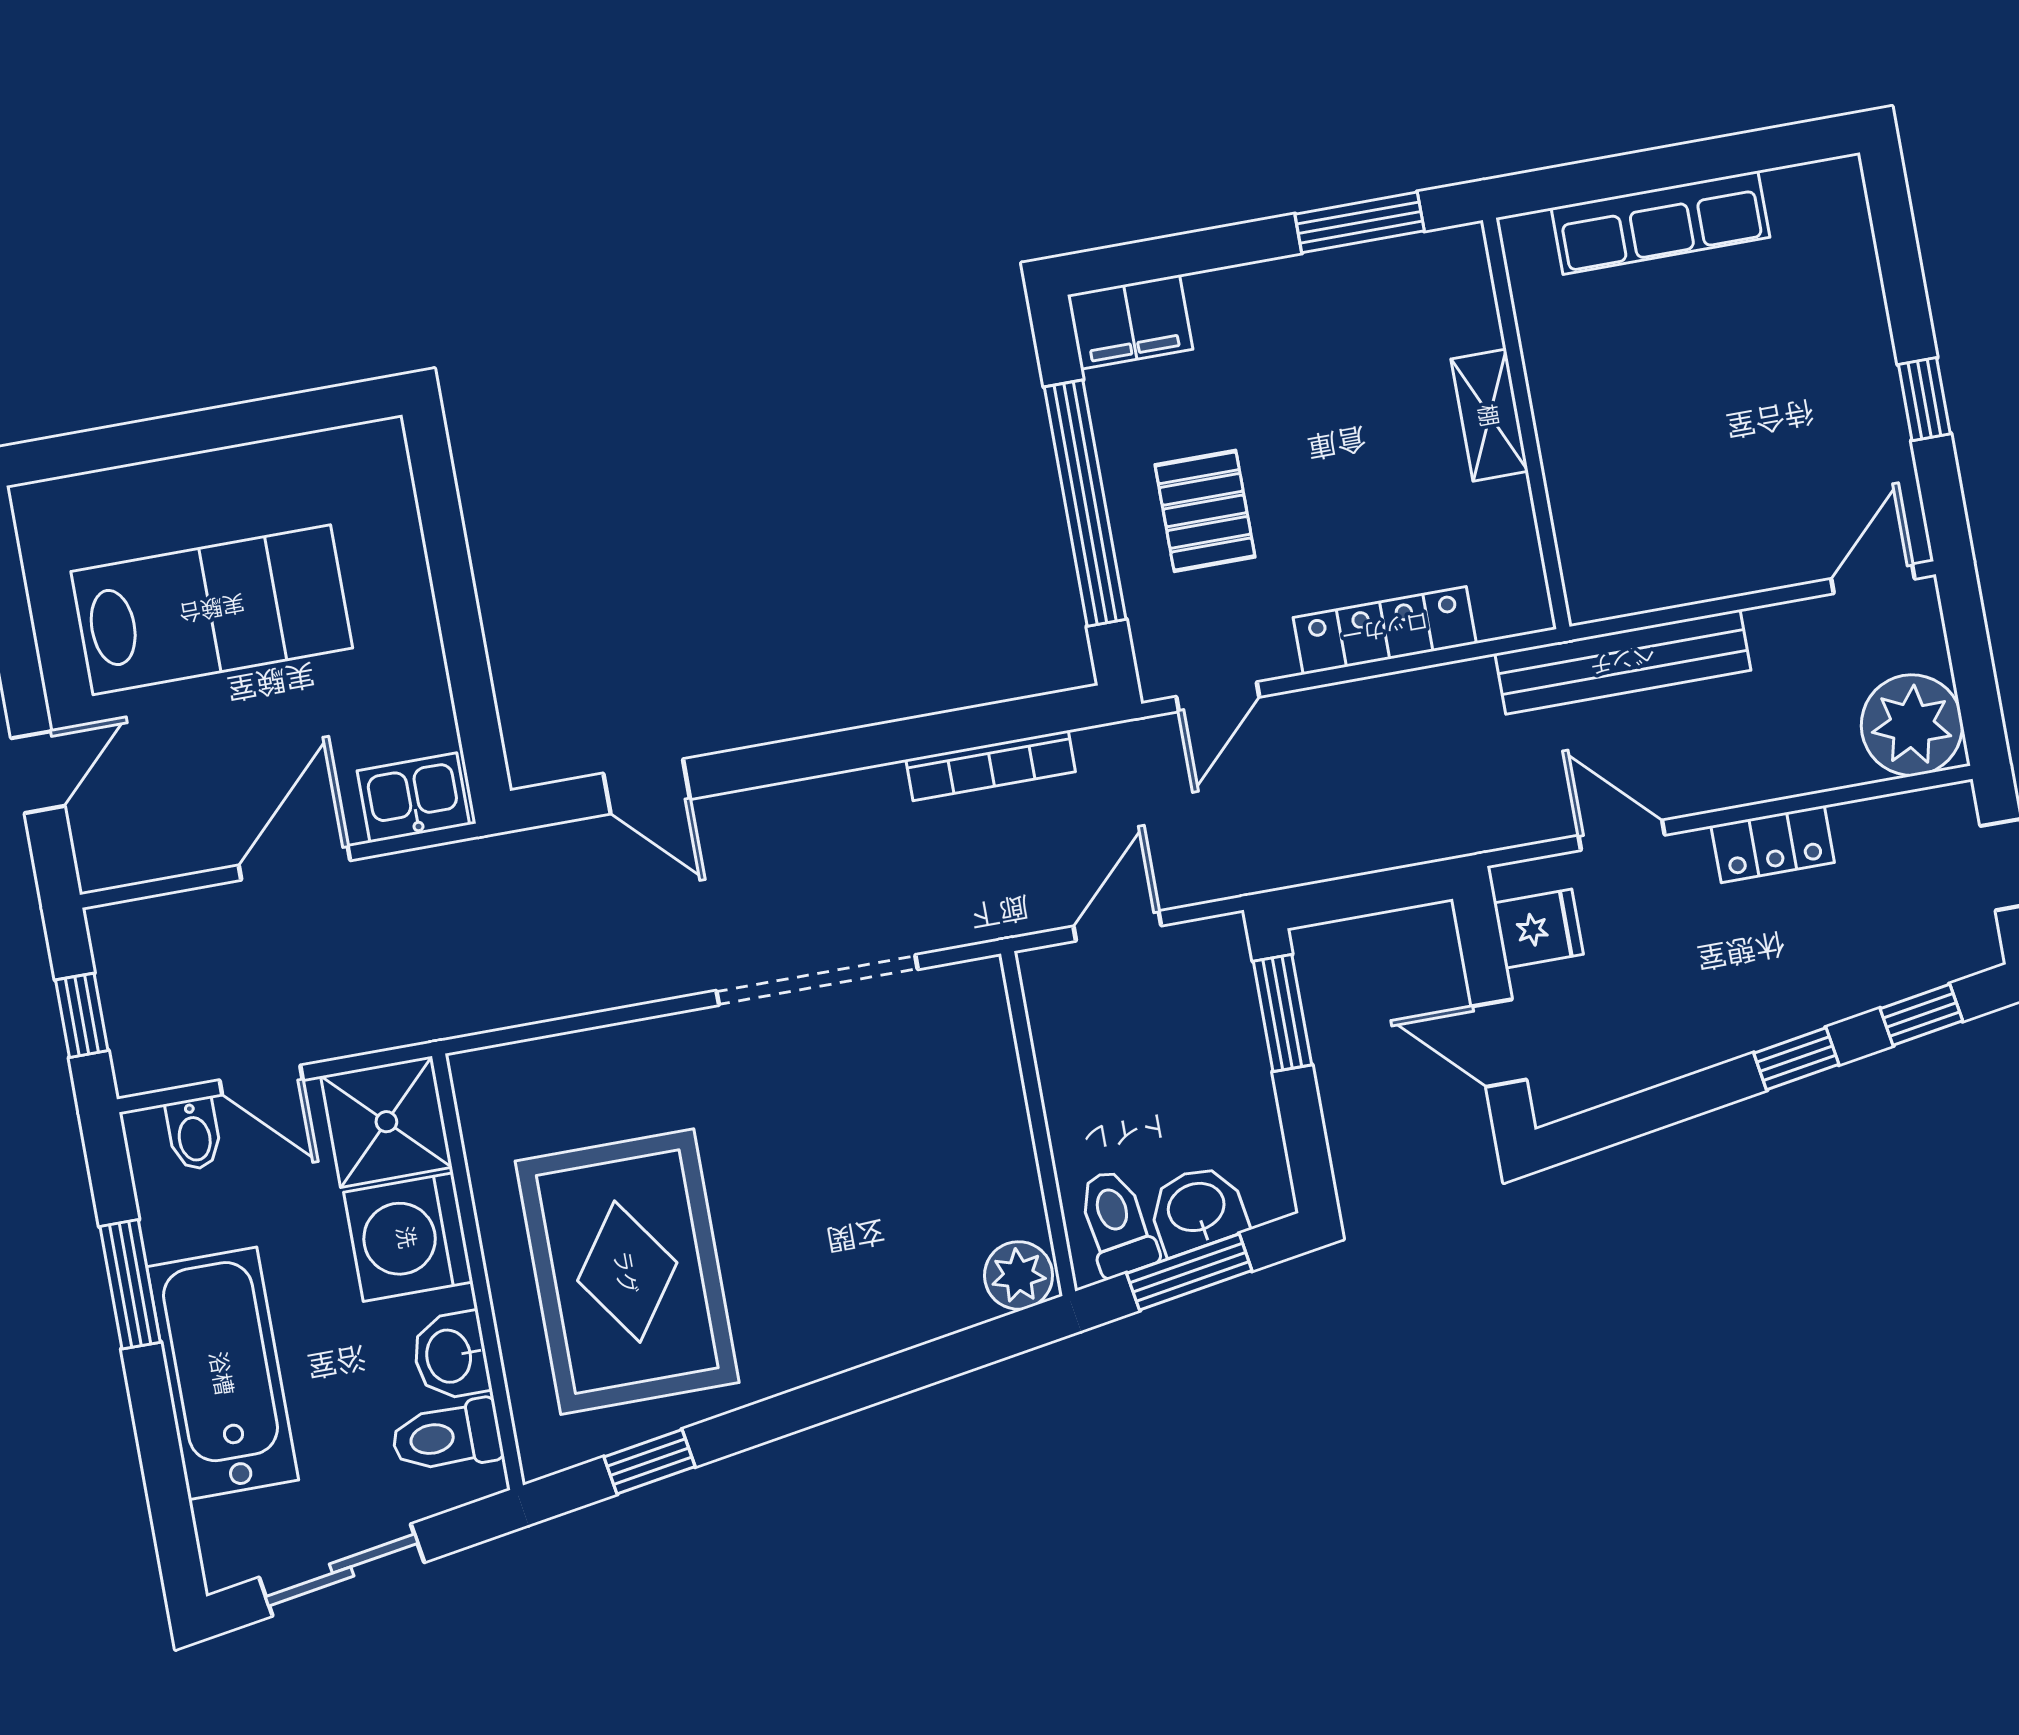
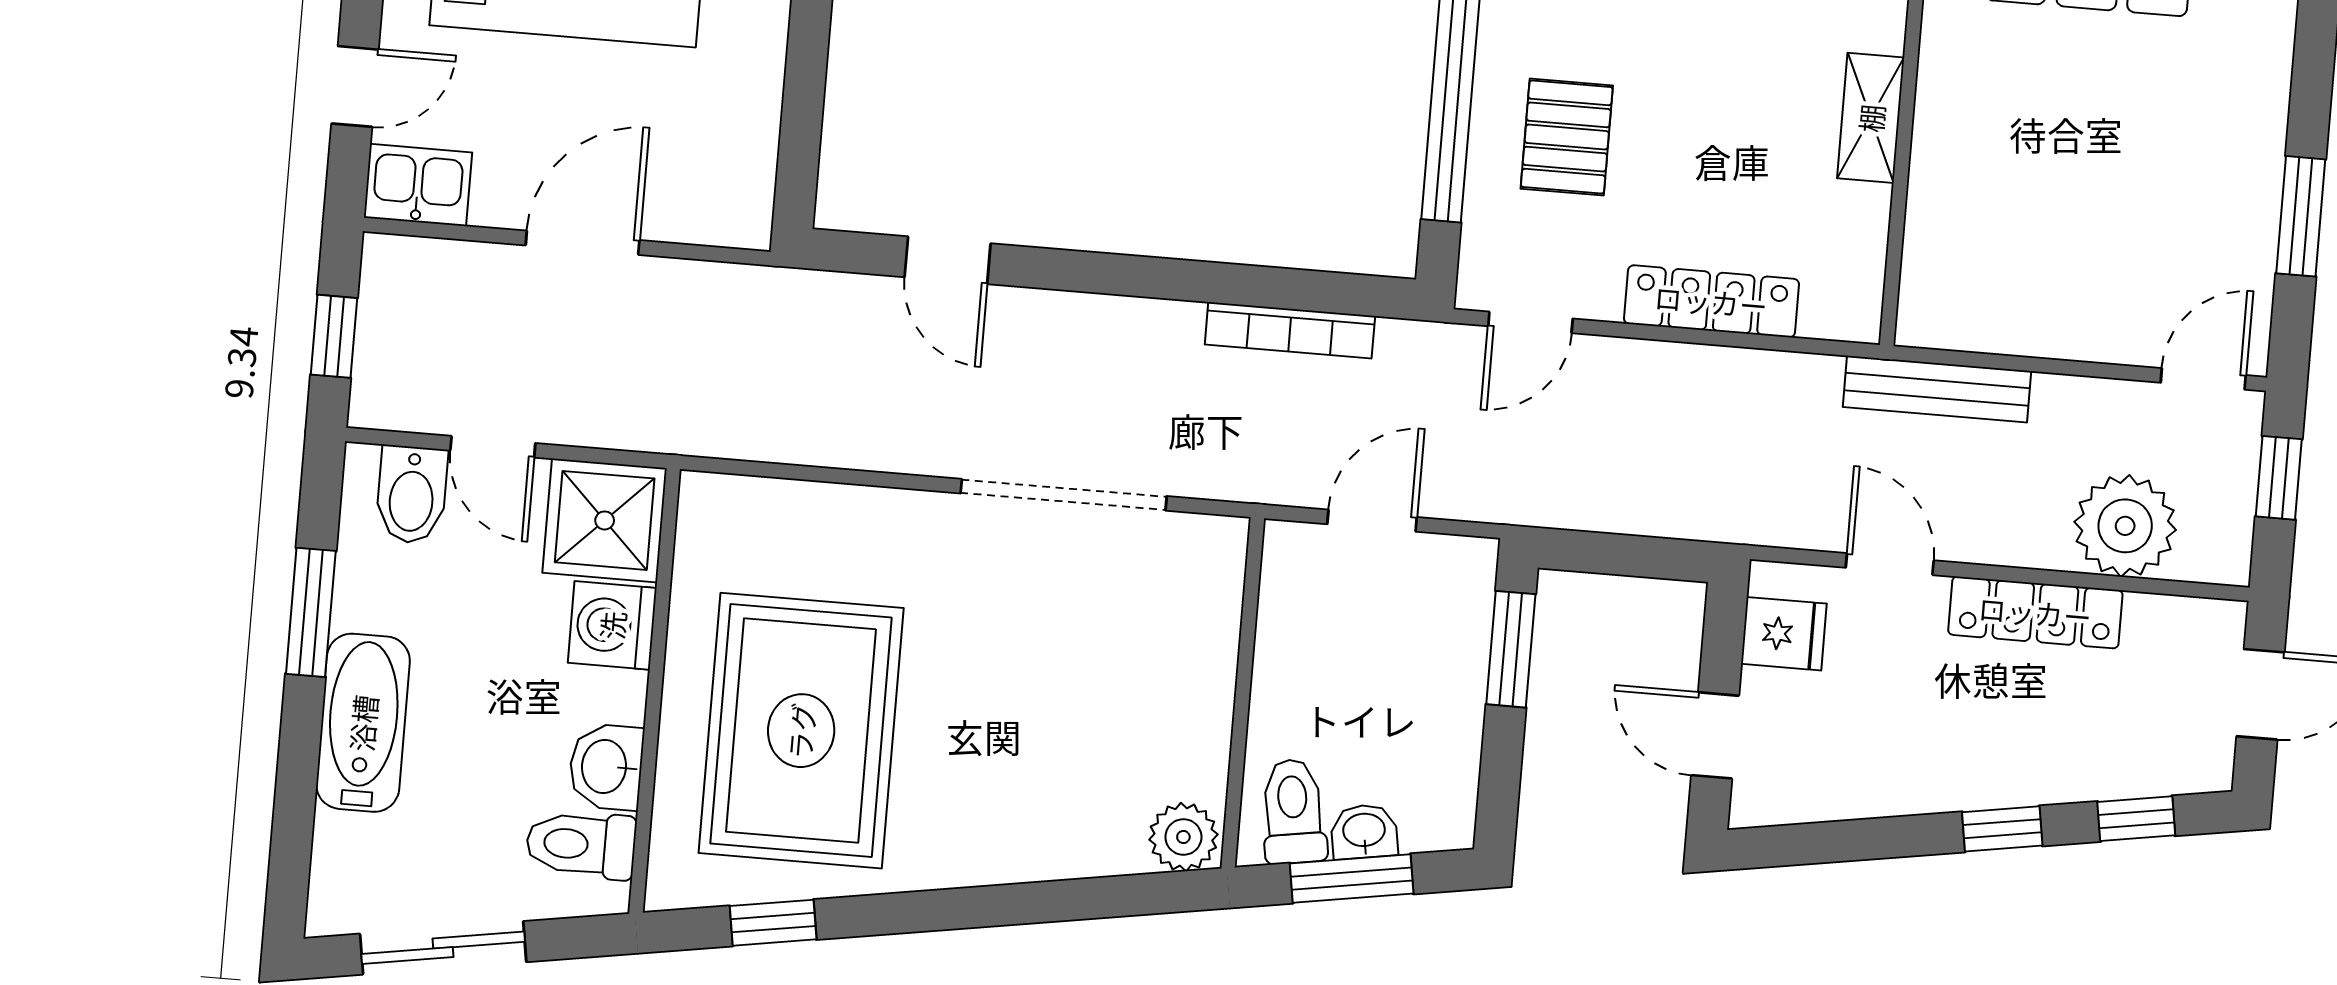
window: (1924, 399) -> (2301, 216), width x1.50
window: (1970, 654) -> (2279, 478), added
bench: (1623, 662) -> (1937, 389), width x0.73, depth x0.82
plant: (1912, 725) -> (2125, 526), moved
kitchen sink: (413, 798) -> (418, 185), moved
locker: (1773, 844) -> (2035, 612), width x1.53
bidet: (194, 1134) -> (412, 495), width x1.38, depth x1.36
washbasin: (1197, 1209) -> (1364, 831), width x0.72, depth x0.69
washing machine: (408, 1237) -> (612, 625), width x0.73, depth x0.73
bathtub: (223, 1373) -> (363, 723), width x0.73, depth x0.73

